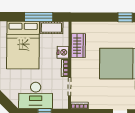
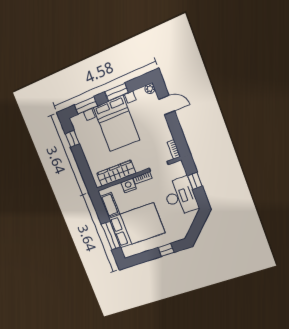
window: (39, 17) -> (111, 236), moved
wardrobe: (78, 46) -> (116, 173), width x1.50

